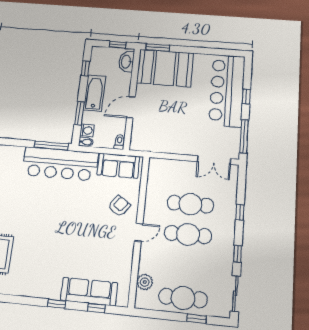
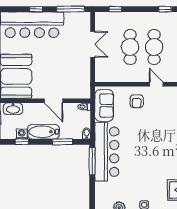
washing machine: (87, 130) -> (22, 134), moved
double door: (214, 160) -> (93, 44), moved
armchair: (119, 206) -> (137, 101), turned -125
window: (240, 212) -> (115, 9), moved

